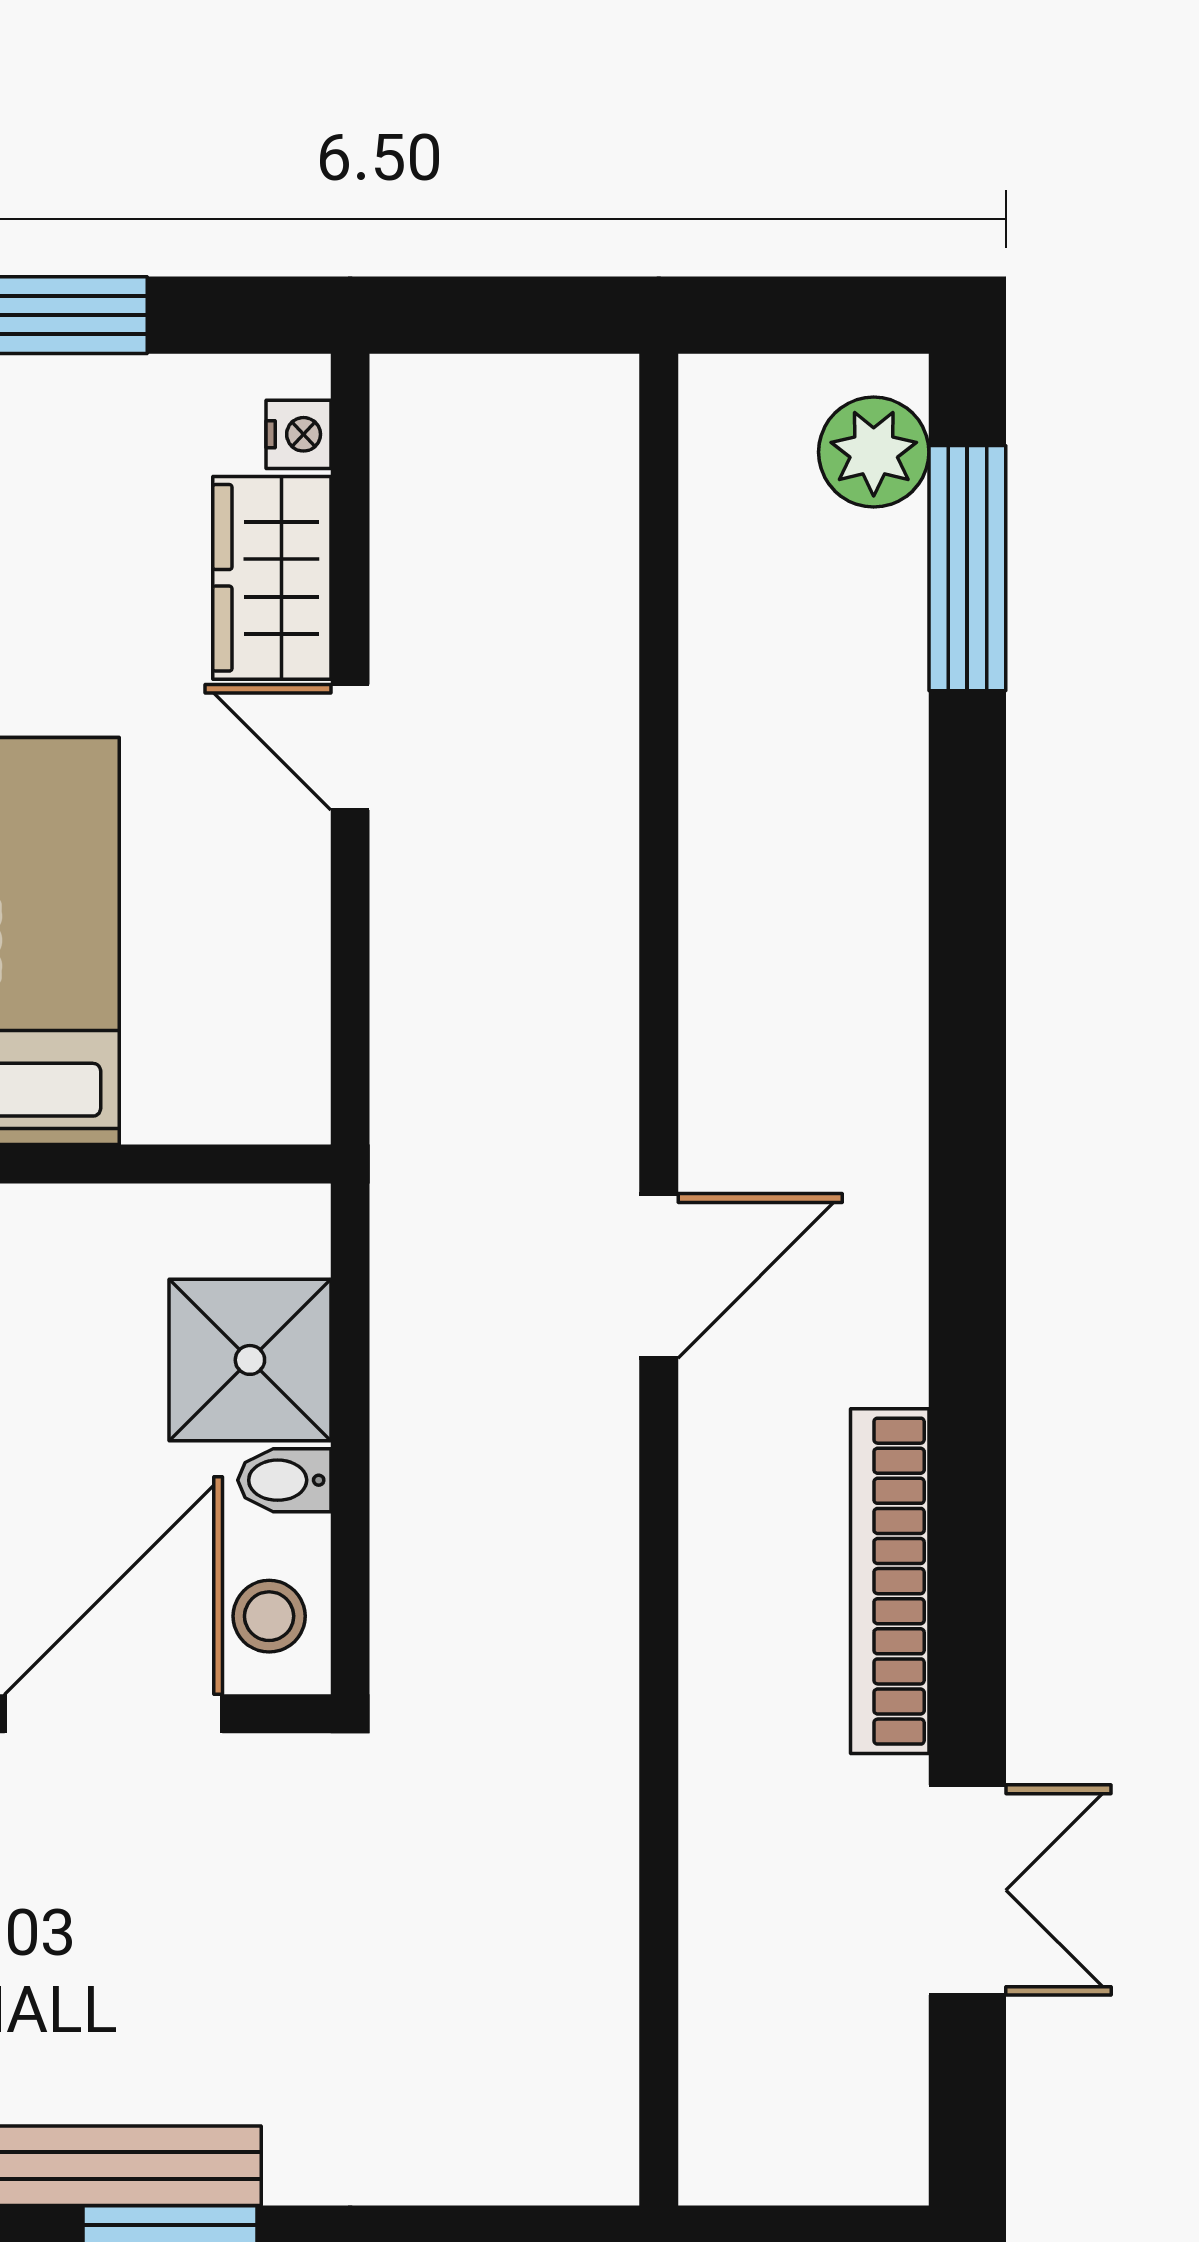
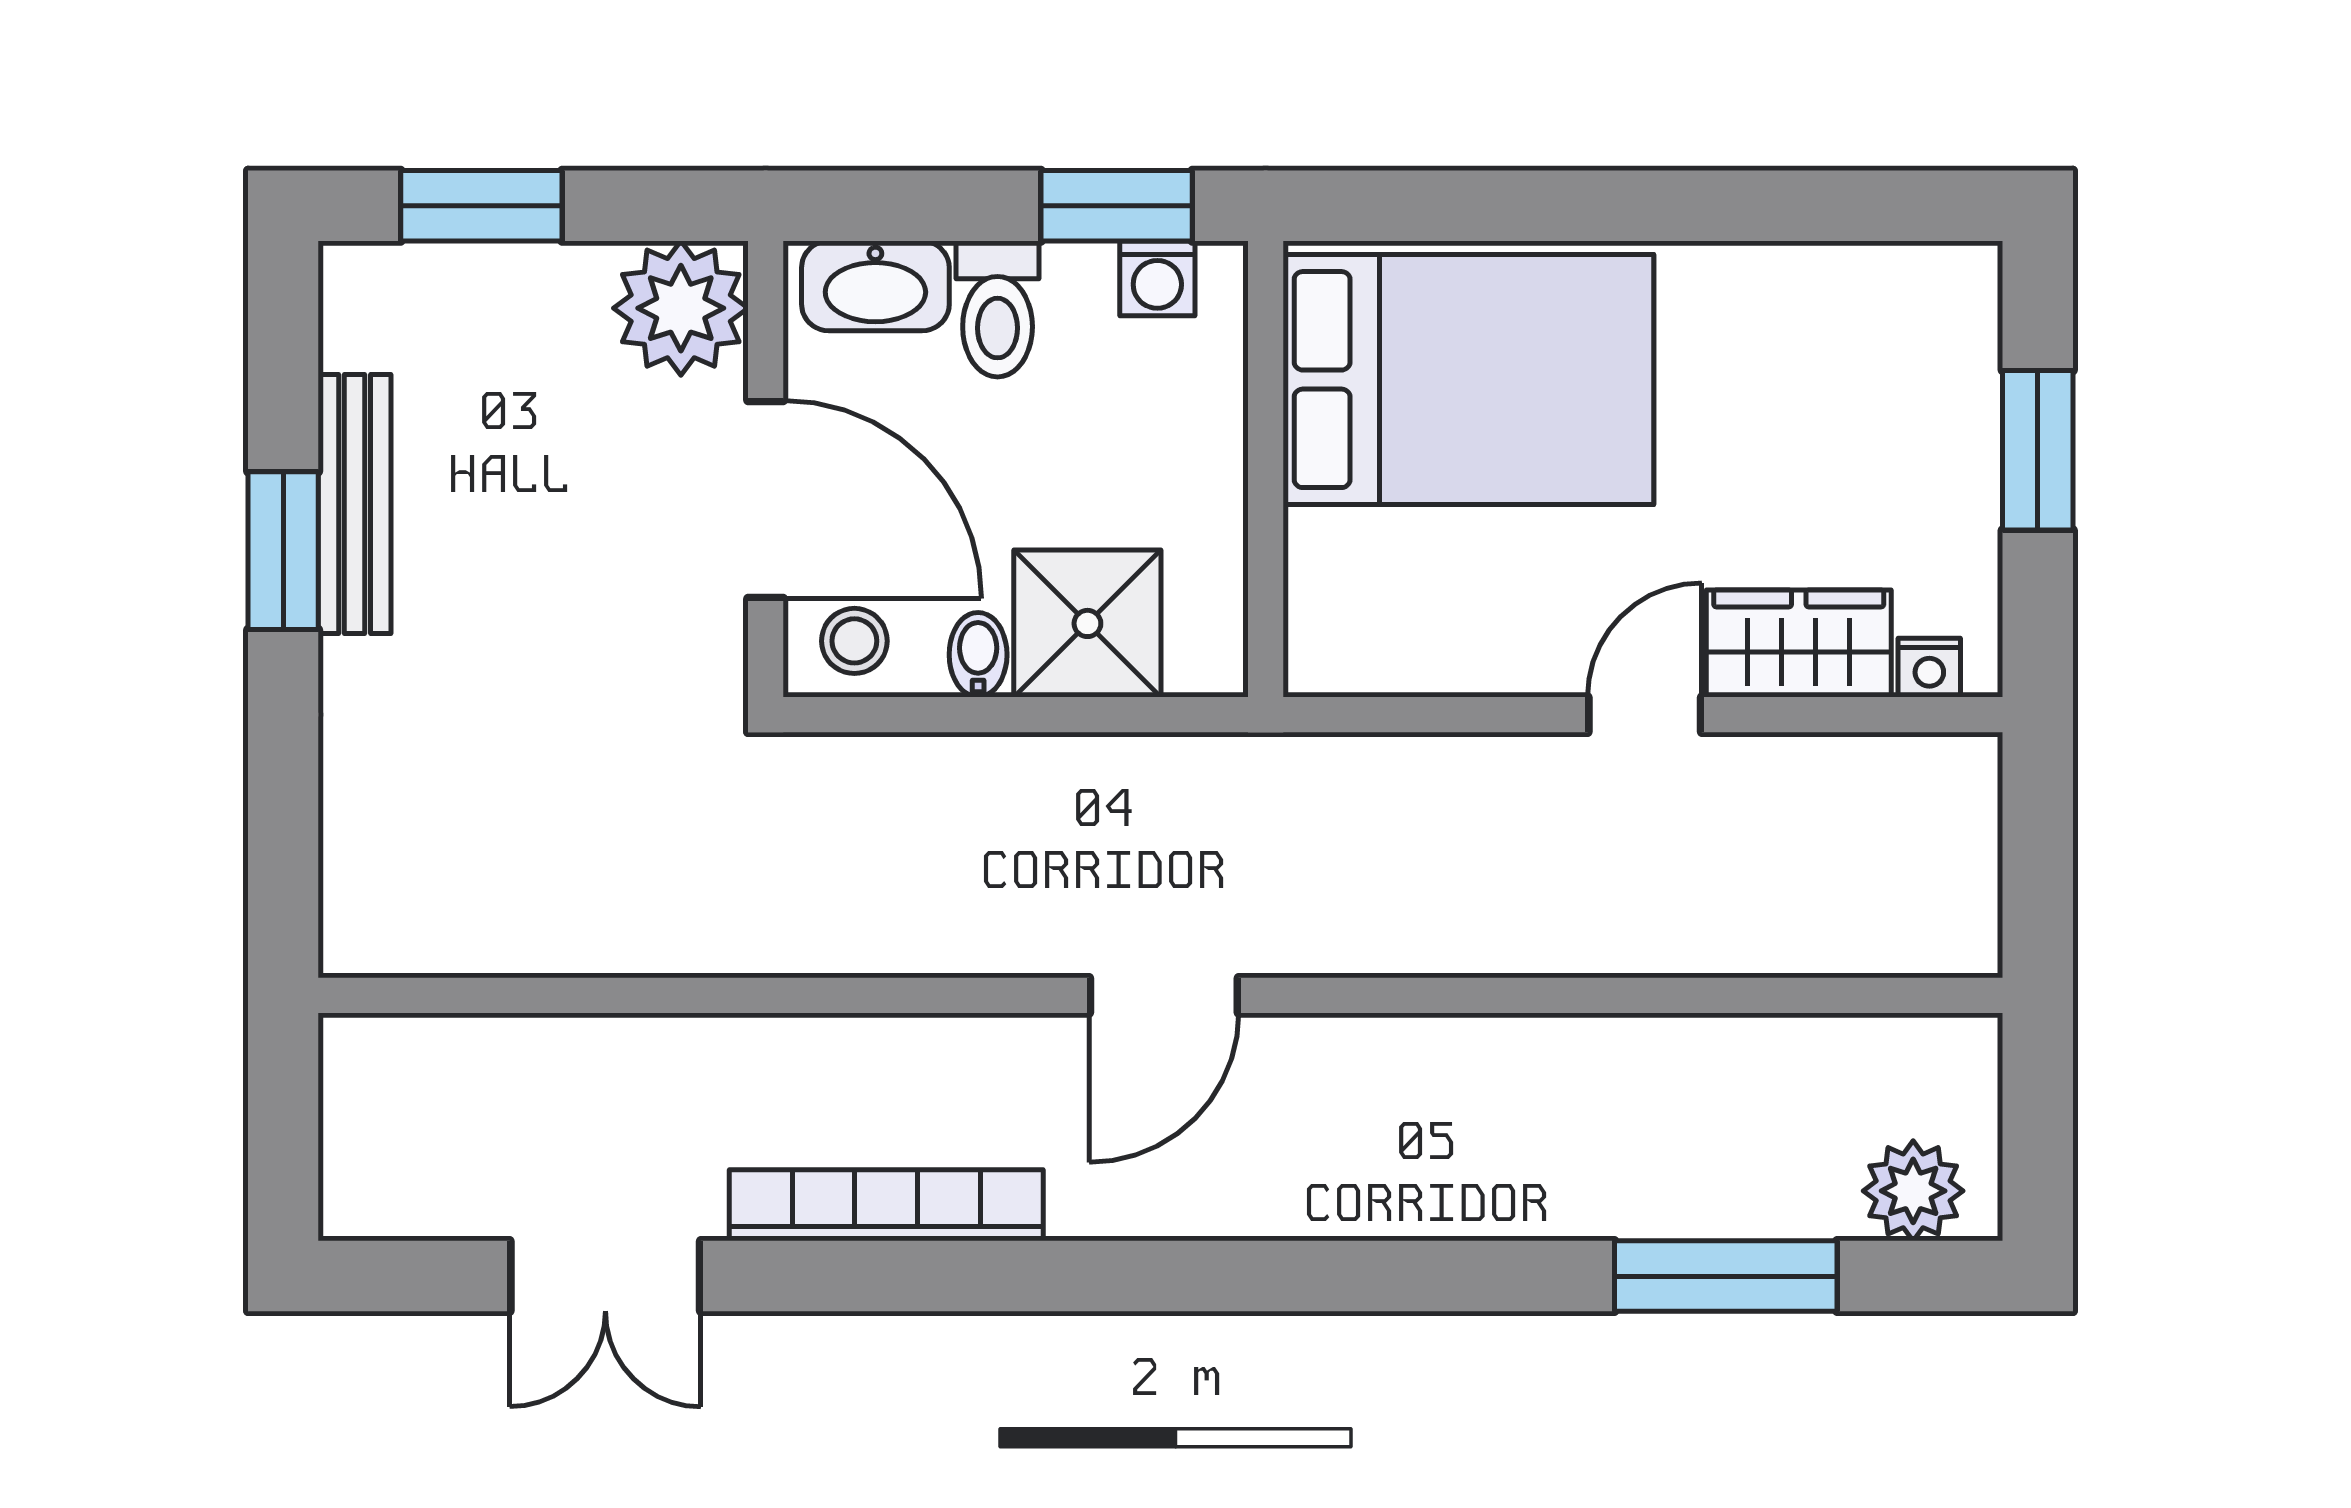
window: (967, 568) -> (1726, 1276), moved
door: (659, 1276) -> (1164, 995), hinge flipped

